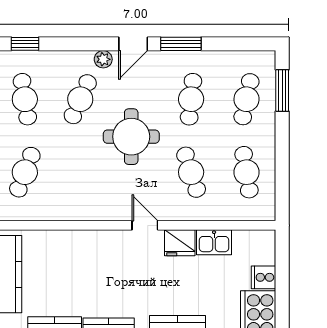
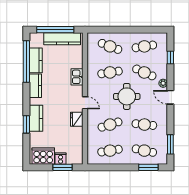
window: (25, 44) -> (170, 58), moved
window: (181, 44) -> (170, 144), moved
cafe table: (80, 172) -> (110, 72), added
door: (145, 225) -> (85, 103), hinge flipped
kitchen sink: (214, 242) -> (77, 77), moved
window: (282, 273) -> (63, 167), added

